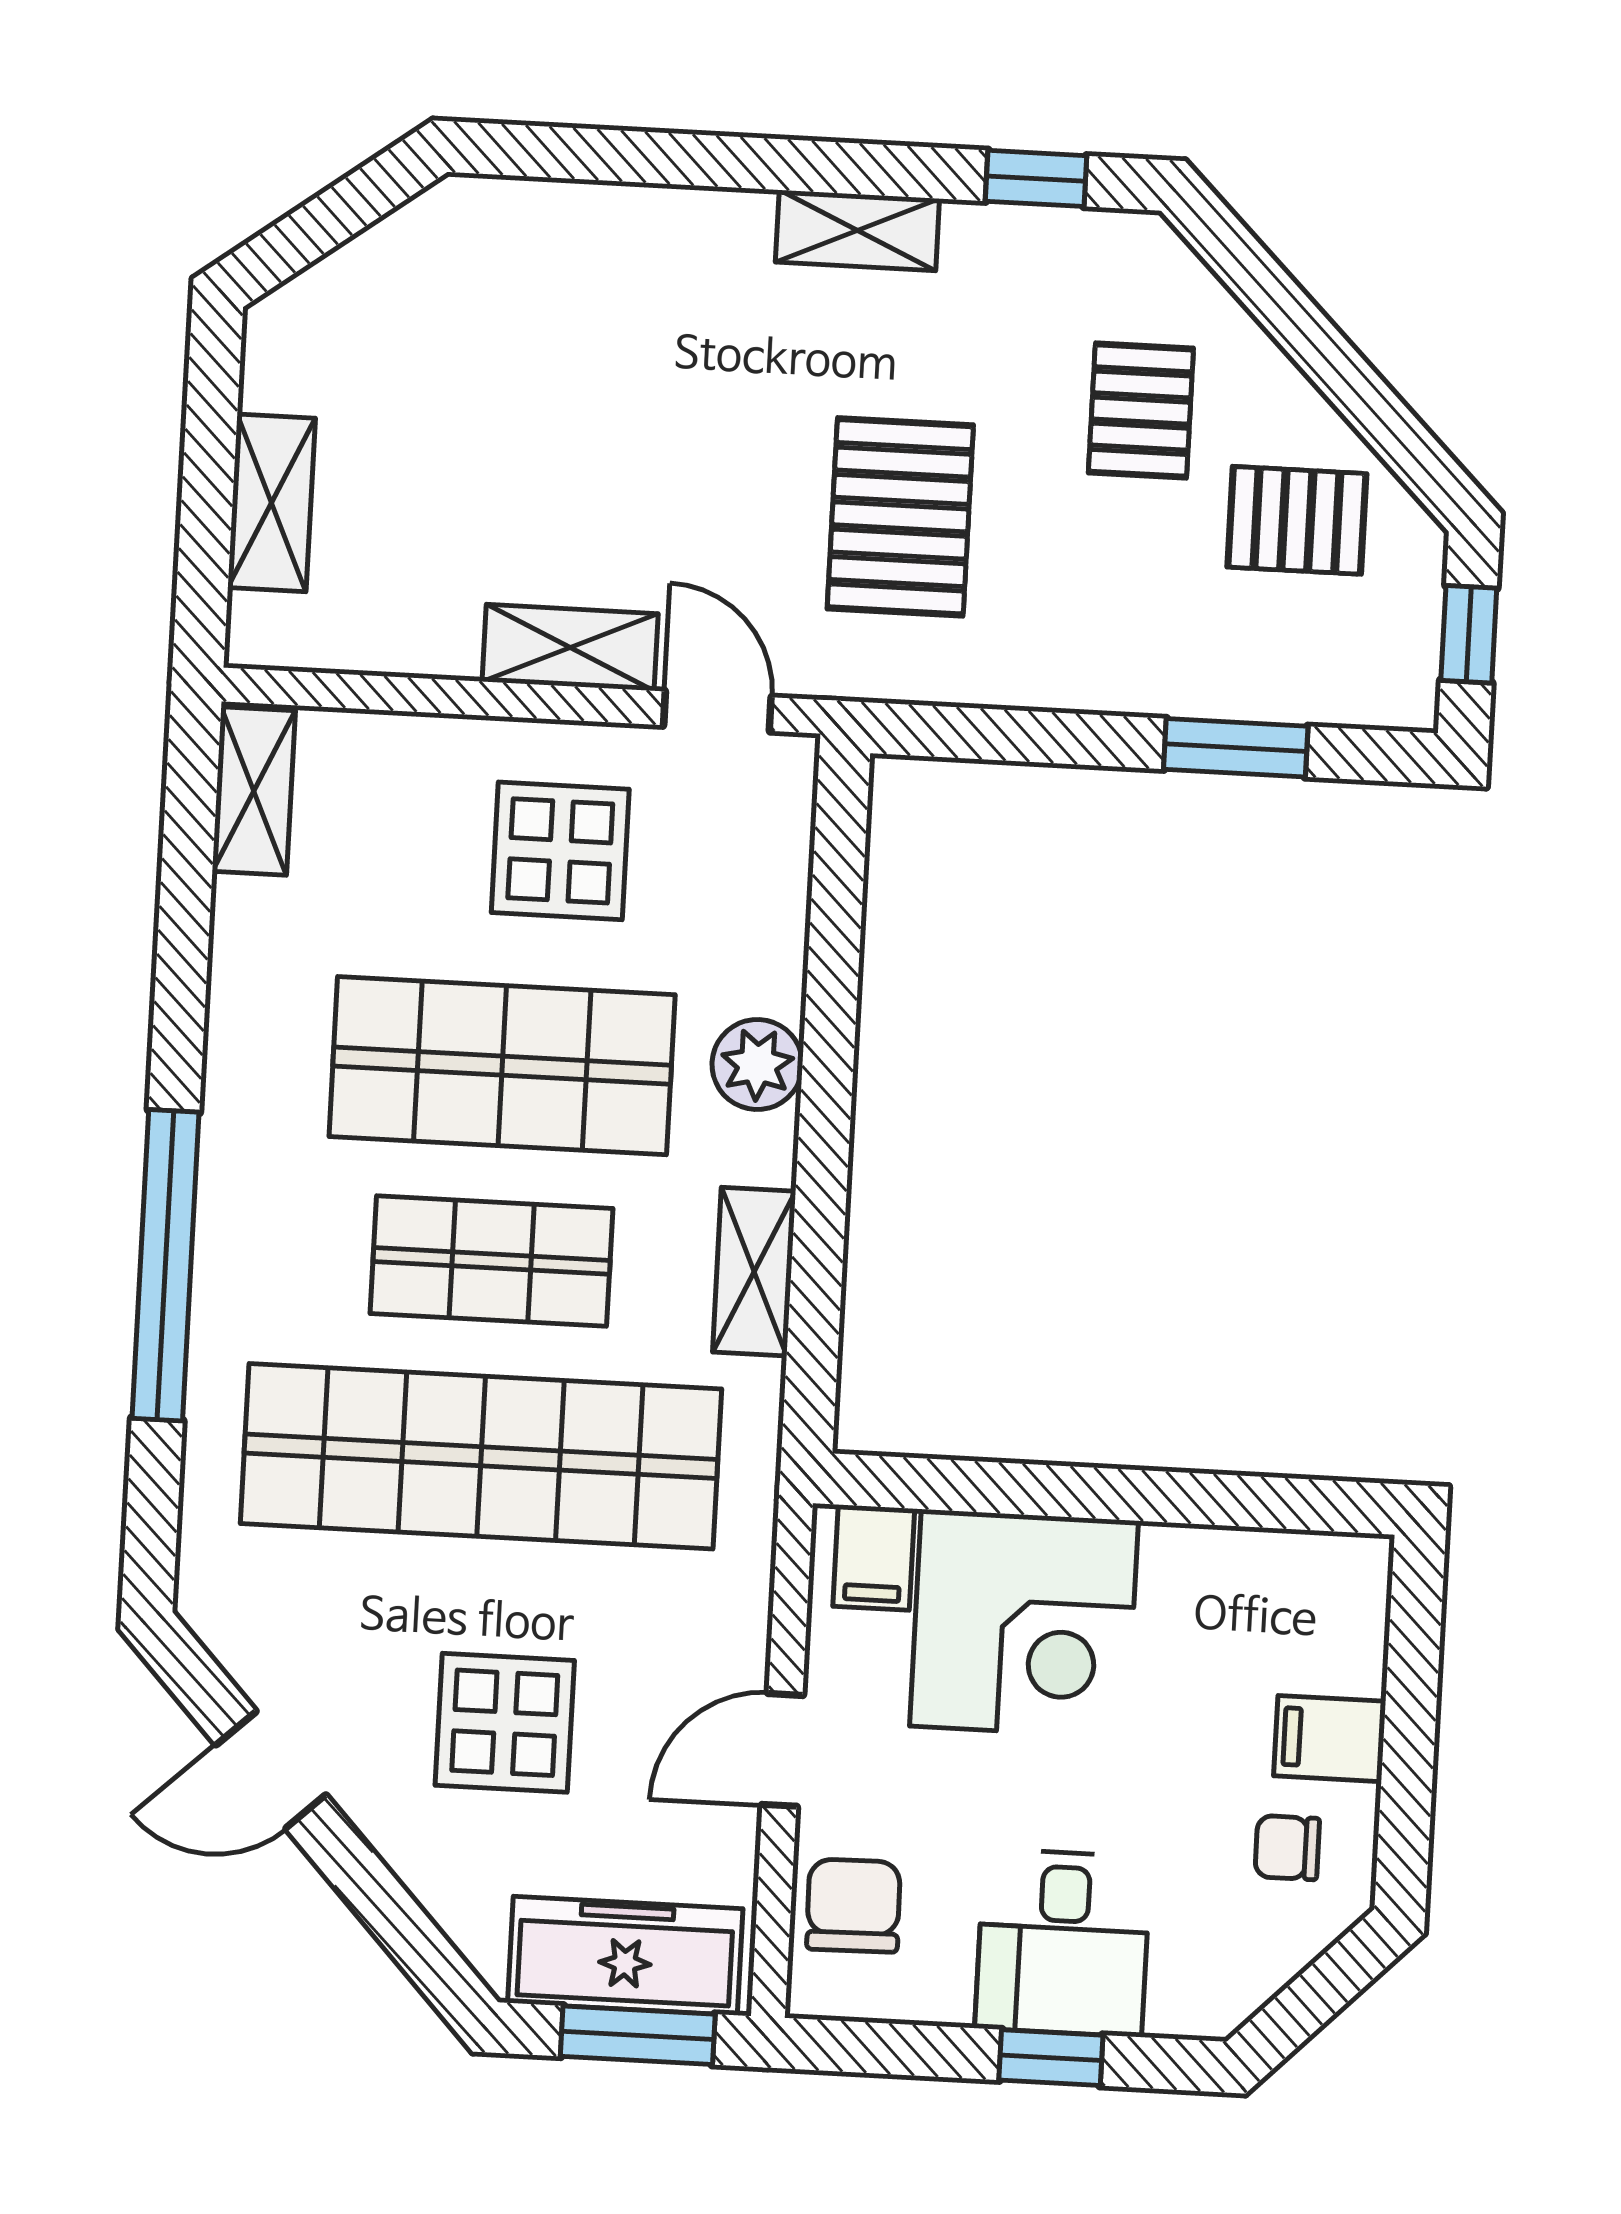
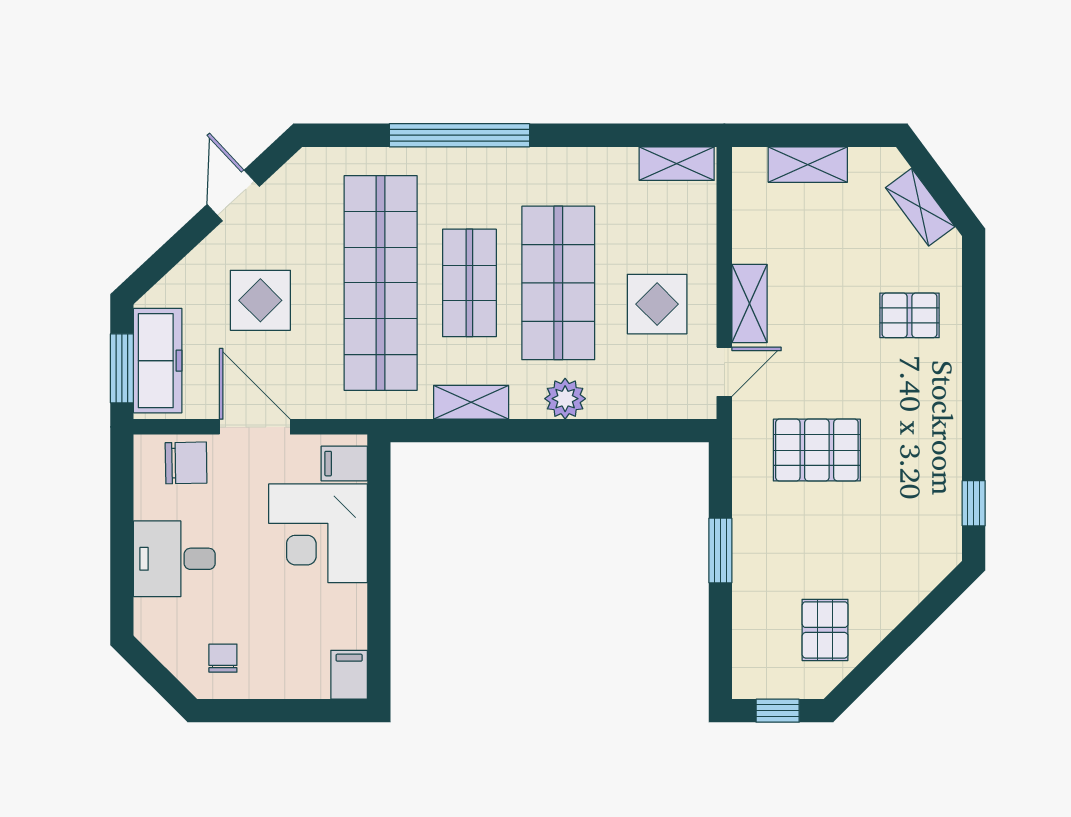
shelving: (857, 230) -> (920, 207), moved, turned -37
pallet: (1141, 411) -> (910, 315), moved
window: (1236, 748) -> (720, 551), moved
filing cabinet: (1330, 1739) -> (349, 675), moved
door: (782, 1750) -> (255, 427), width x1.38
window: (1051, 2058) -> (122, 556), removed

